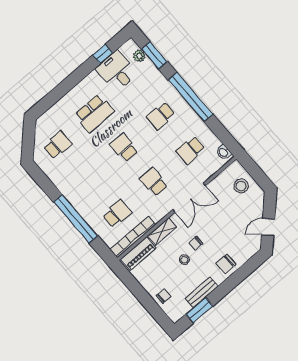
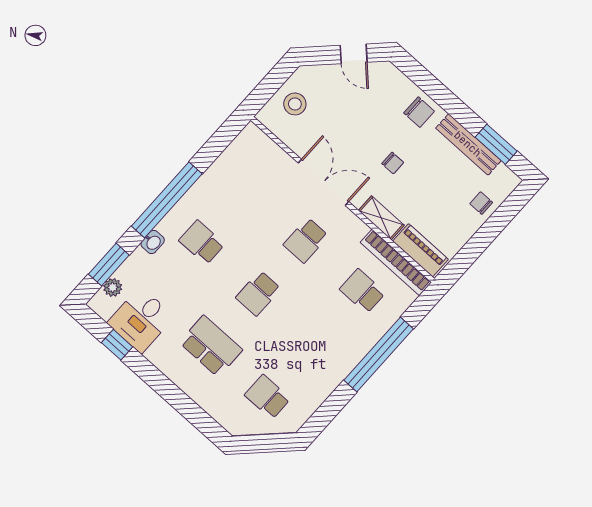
school desk: (161, 116) -> (202, 242), turned 180
school desk: (190, 150) -> (249, 190), removed
washbasin: (224, 152) -> (153, 242), moved
stool: (184, 260) -> (421, 177), removed
bench: (202, 293) -> (468, 144), width x1.36

